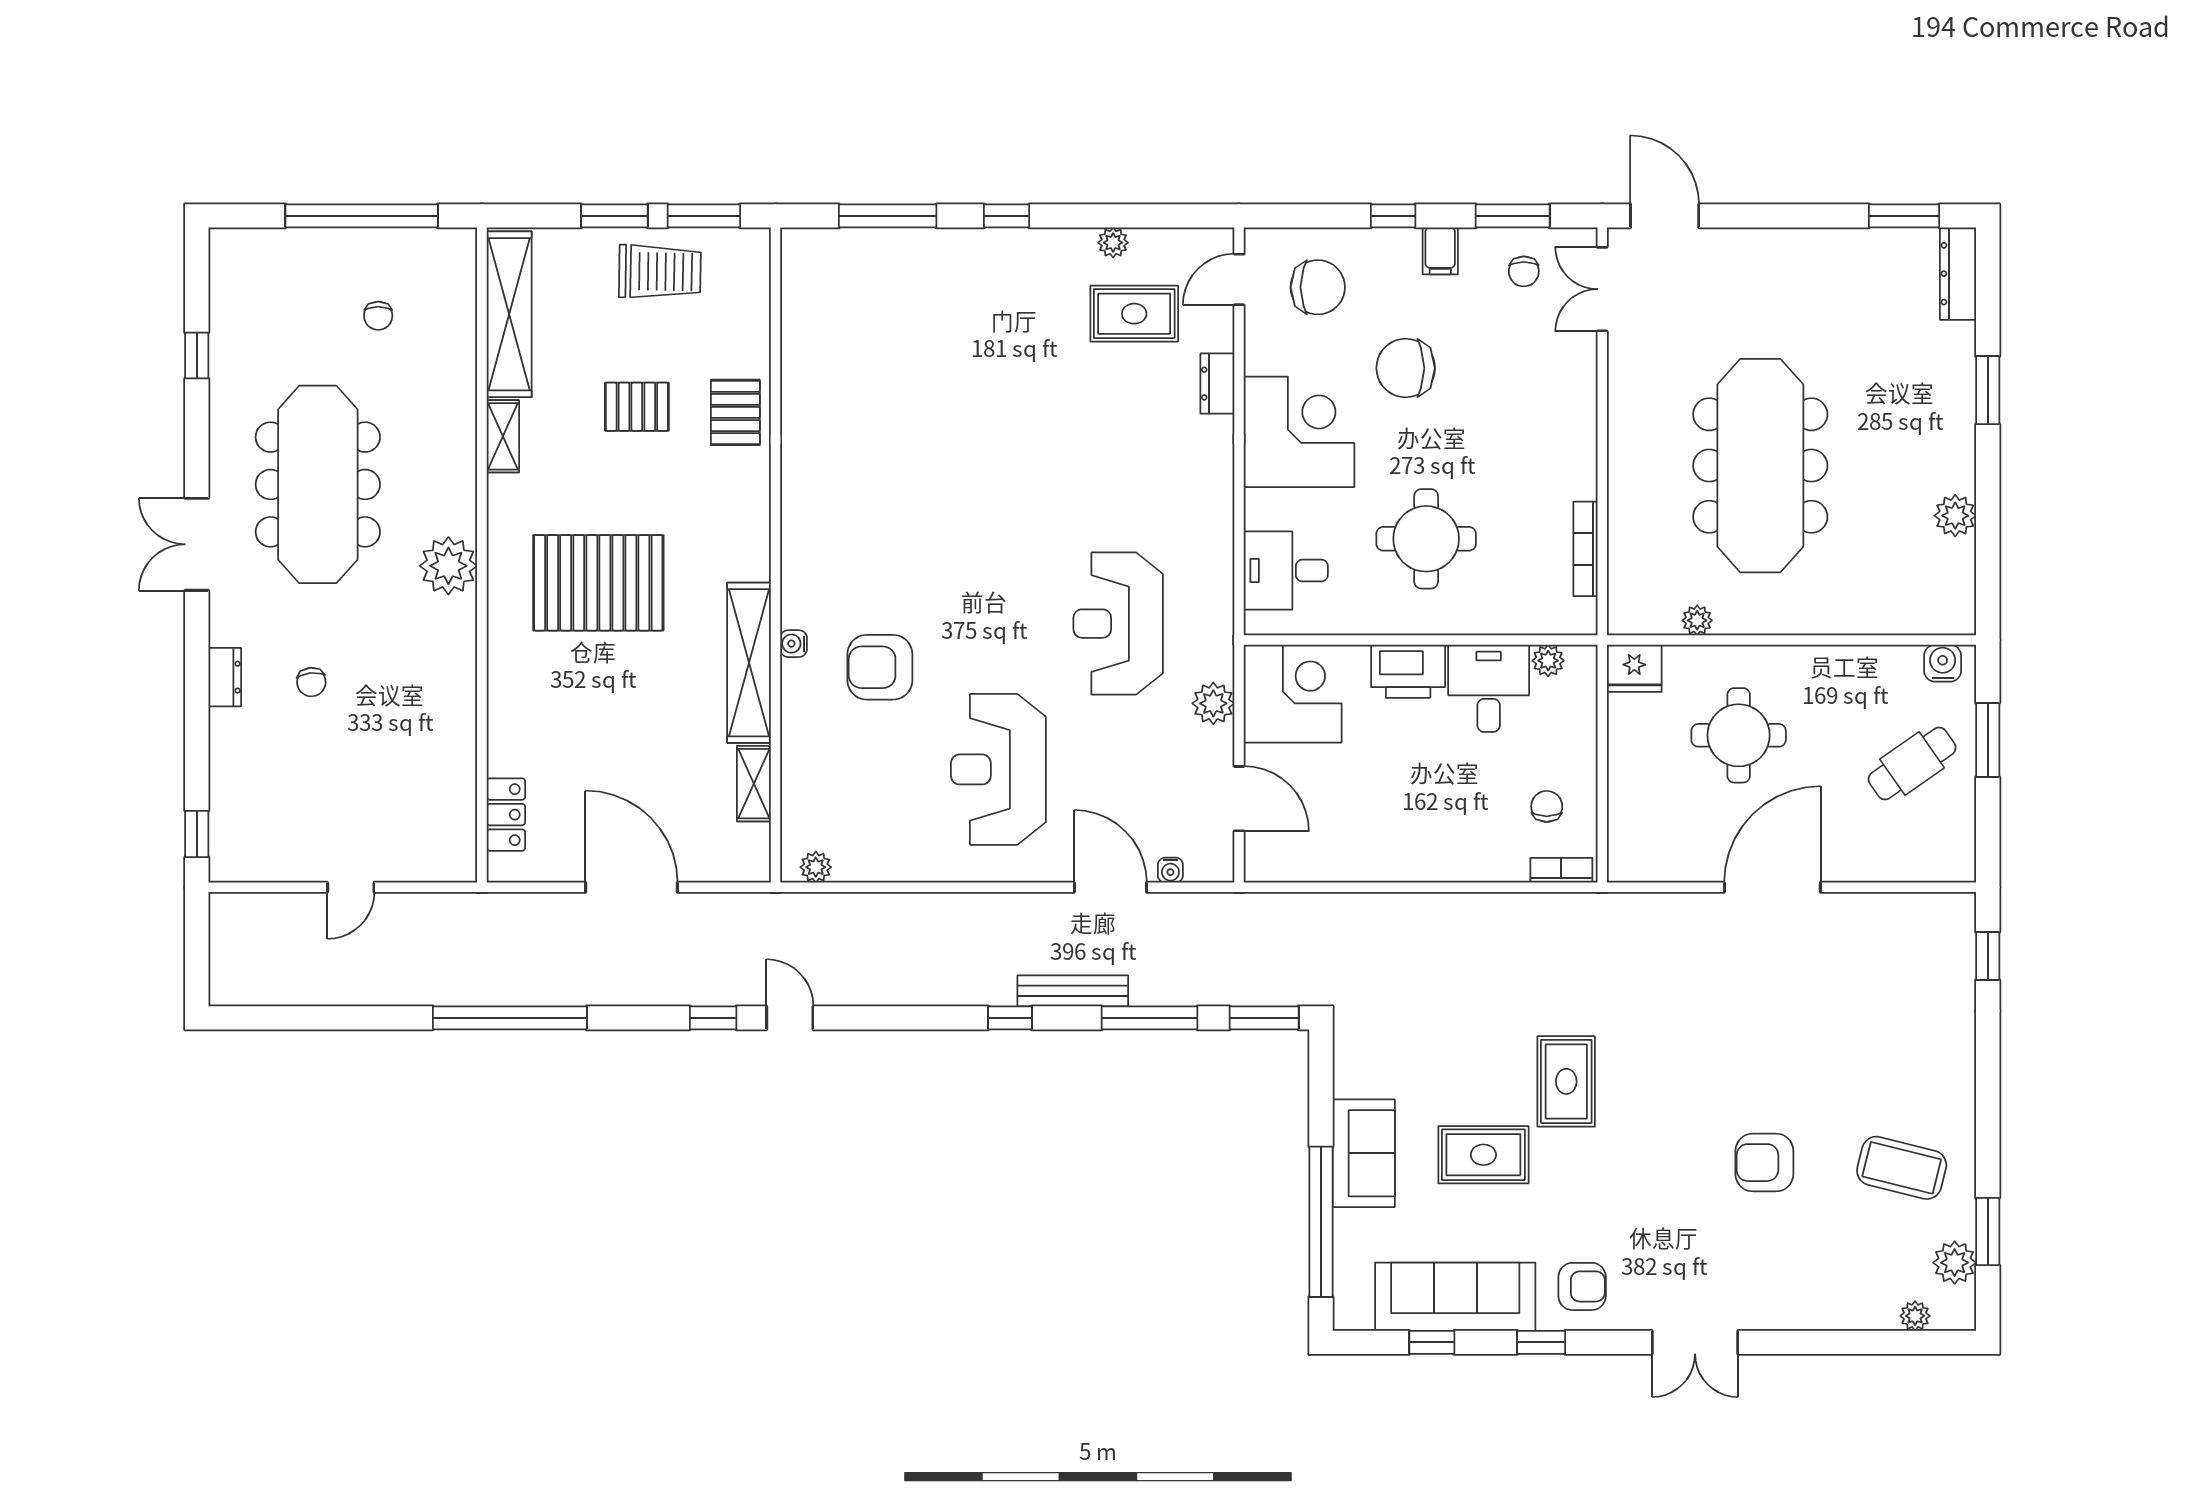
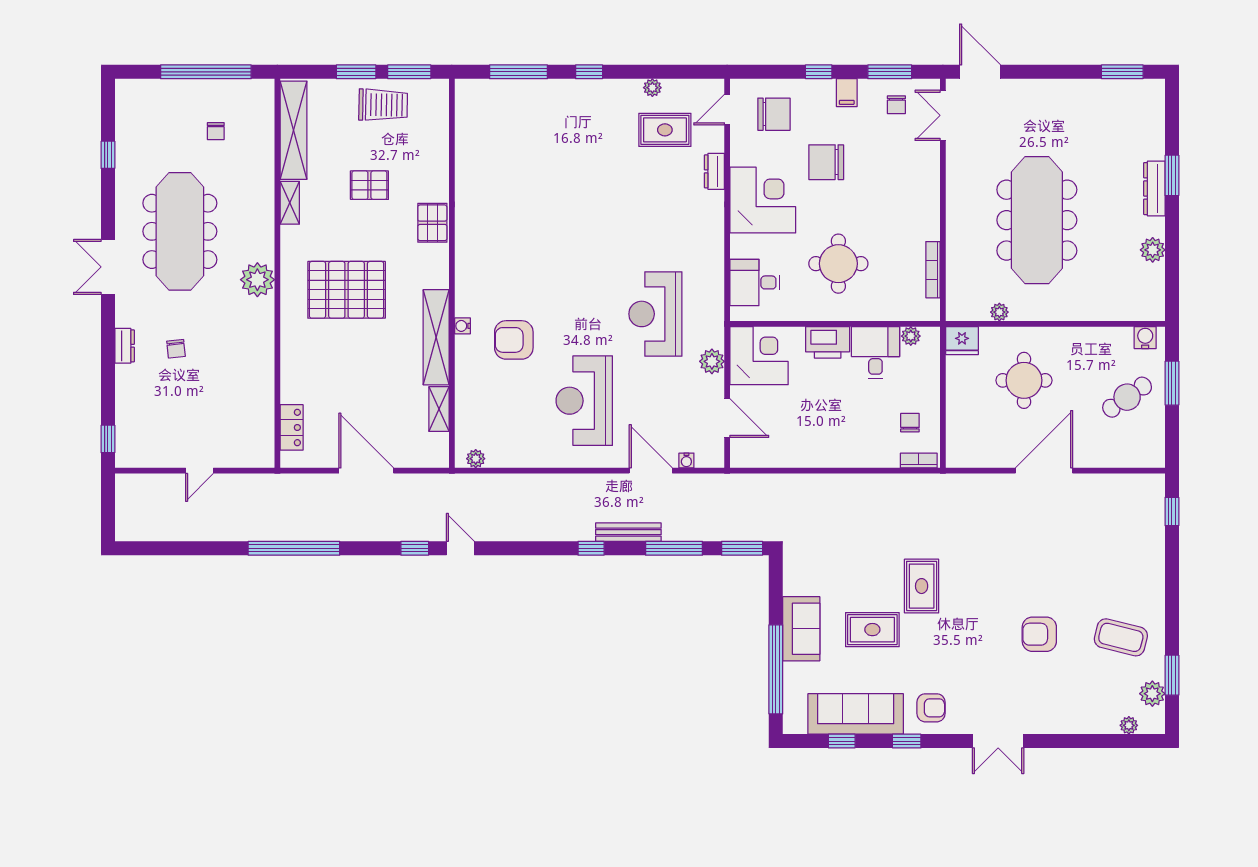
dresser: (1958, 274) -> (1154, 189), moved
pallet: (735, 412) -> (432, 223), moved

